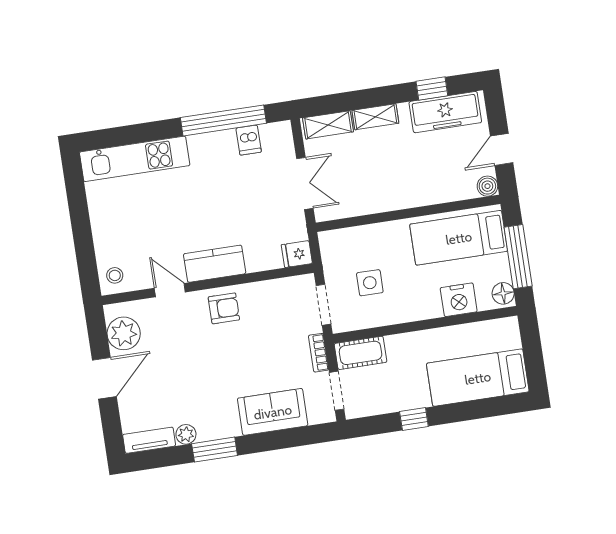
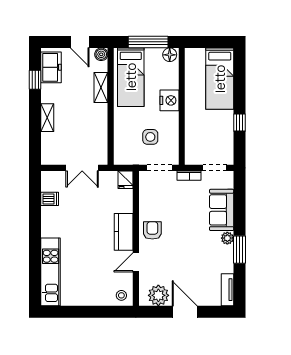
freezer: (445, 112) -> (51, 67), width x0.71
window: (223, 120) -> (35, 213), removed
shelving: (328, 125) -> (101, 88), moved
double door: (305, 183) -> (82, 168), swing flipped
nightstand: (459, 300) -> (169, 100), moved
cot: (361, 353) -> (193, 149), removed
plant: (186, 434) -> (227, 238), moved

